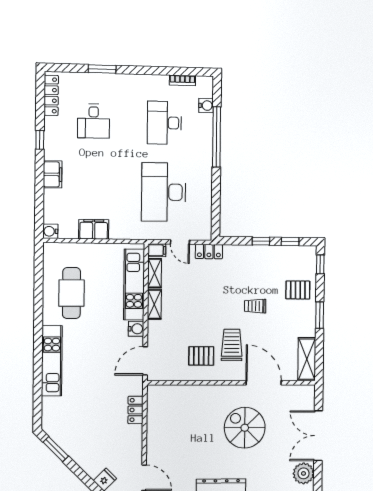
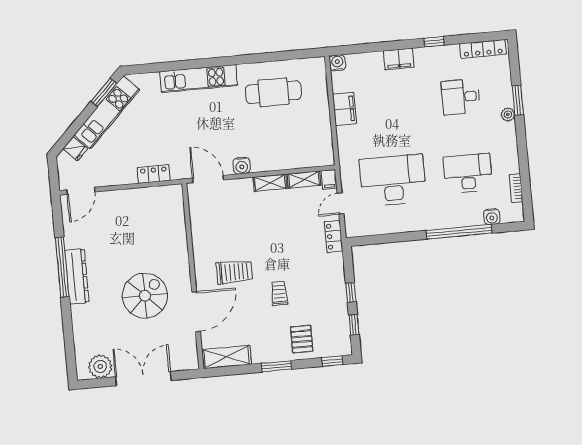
plant: (114, 80) -> (508, 114), added
kitchen unit: (134, 284) -> (107, 112), moved, turned 135
pallet: (201, 356) -> (219, 240), removed

